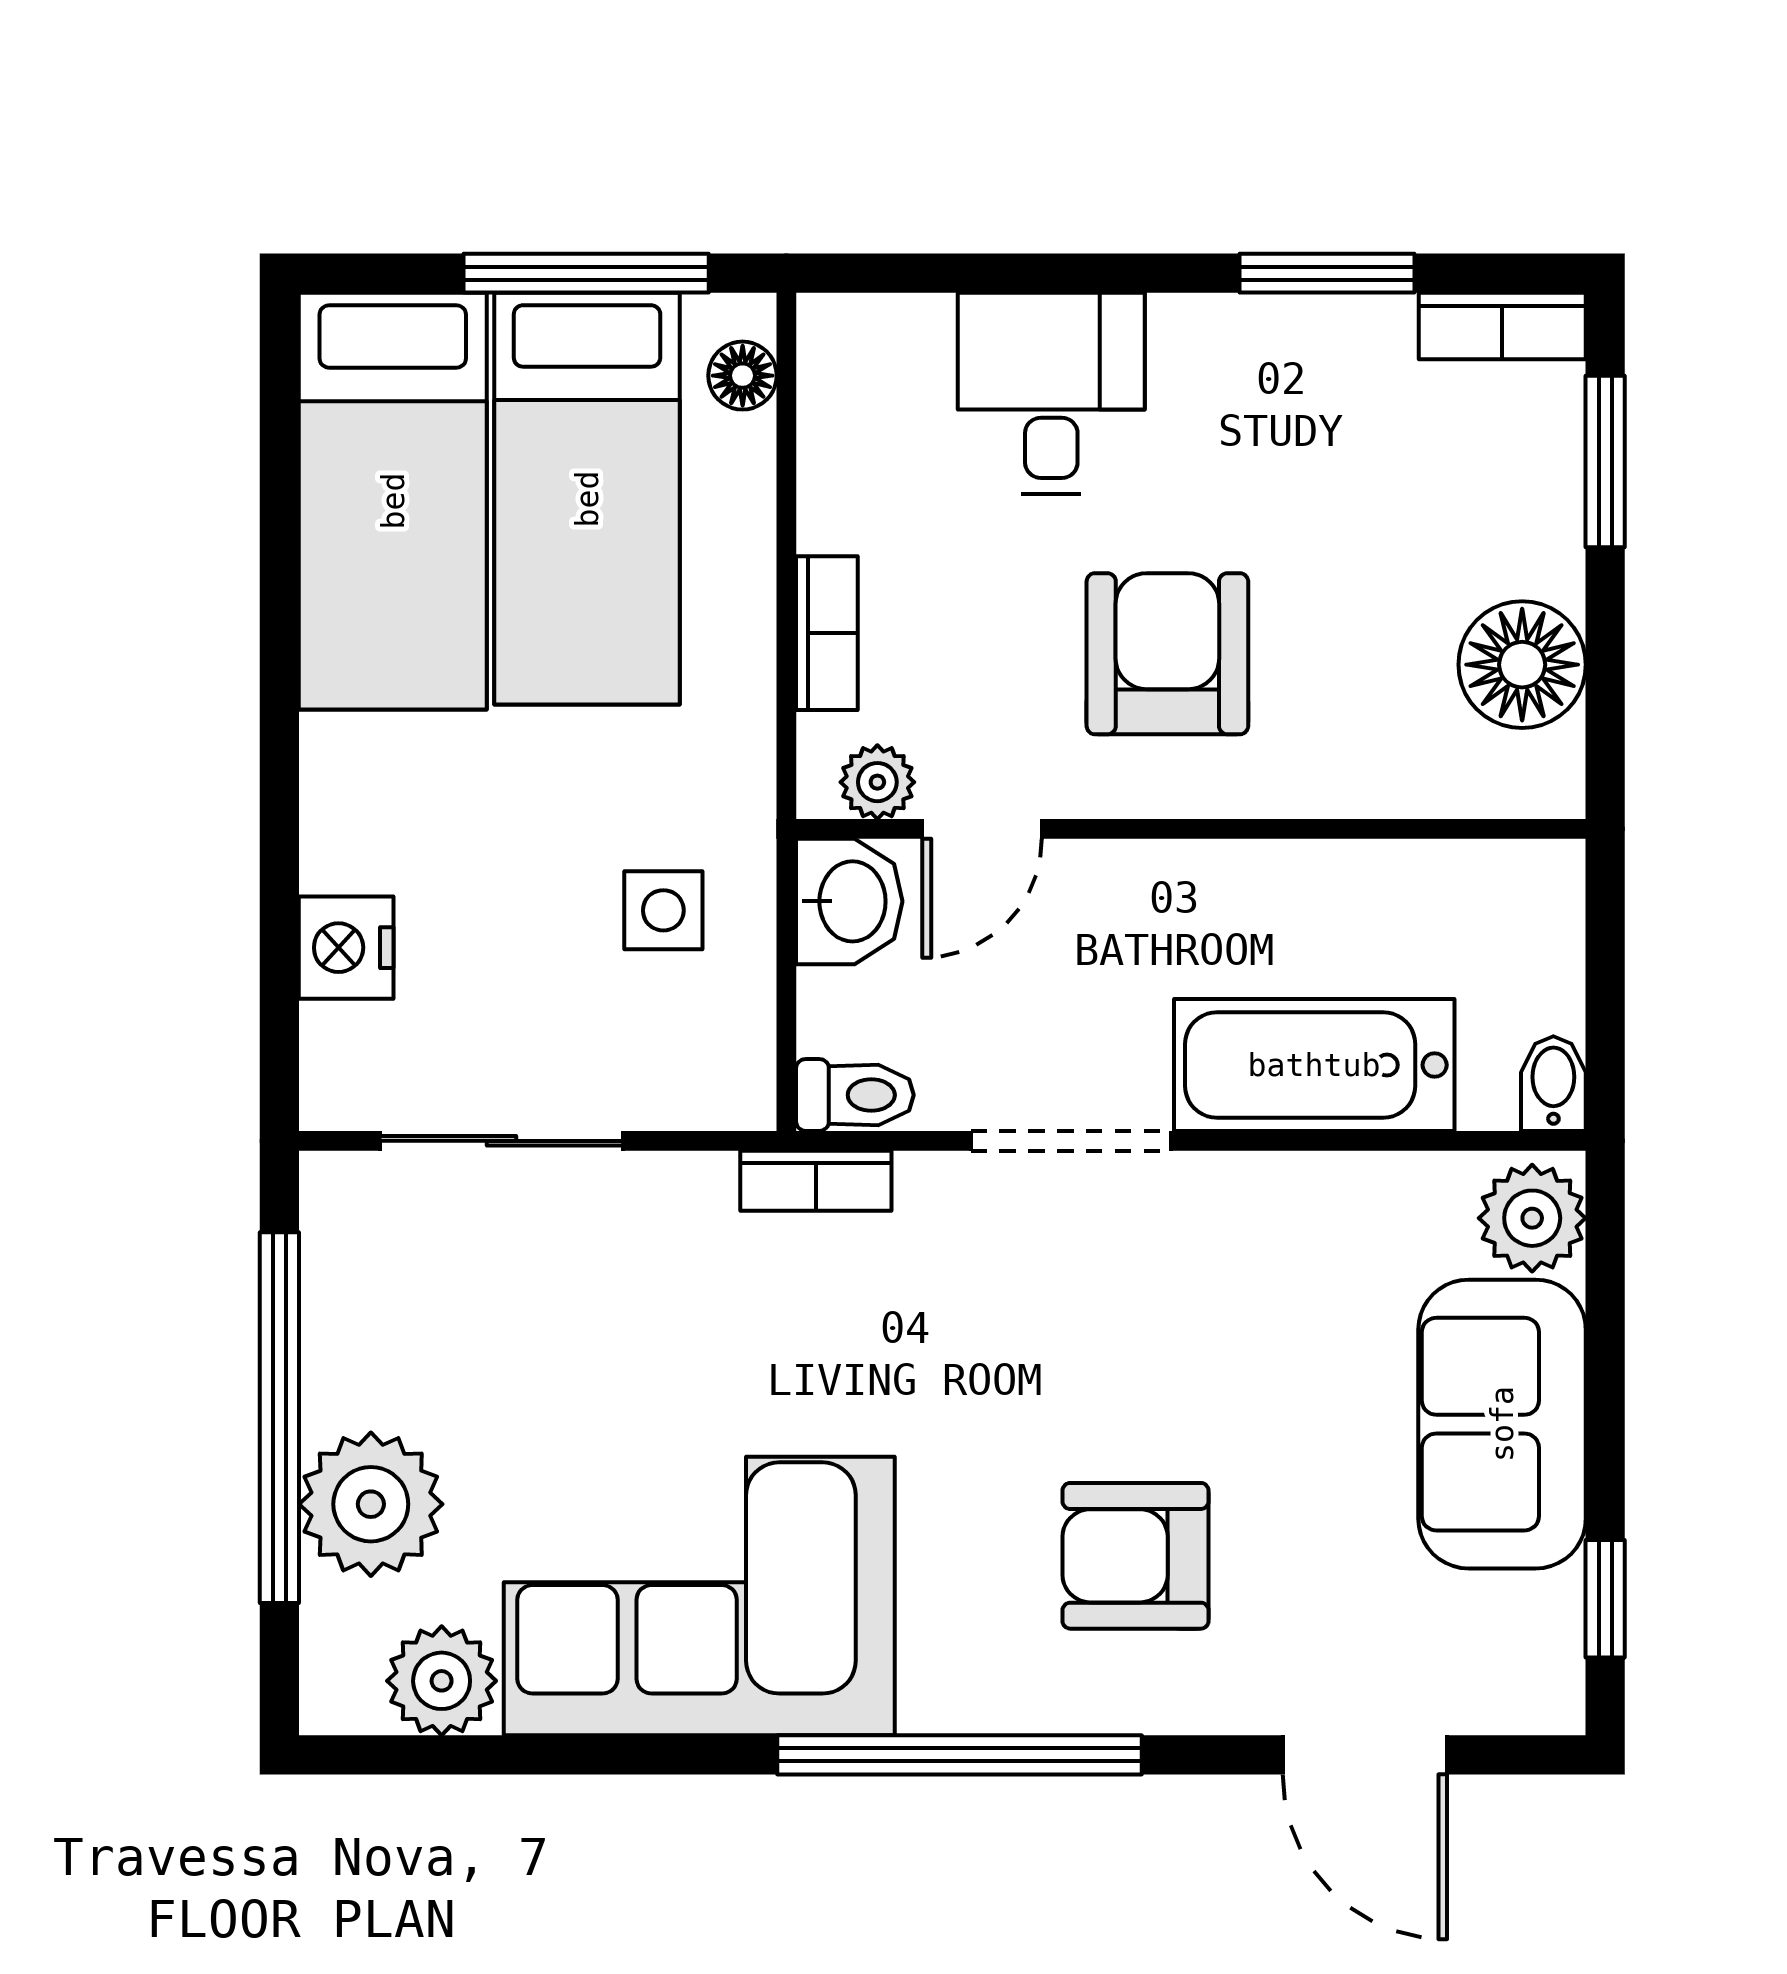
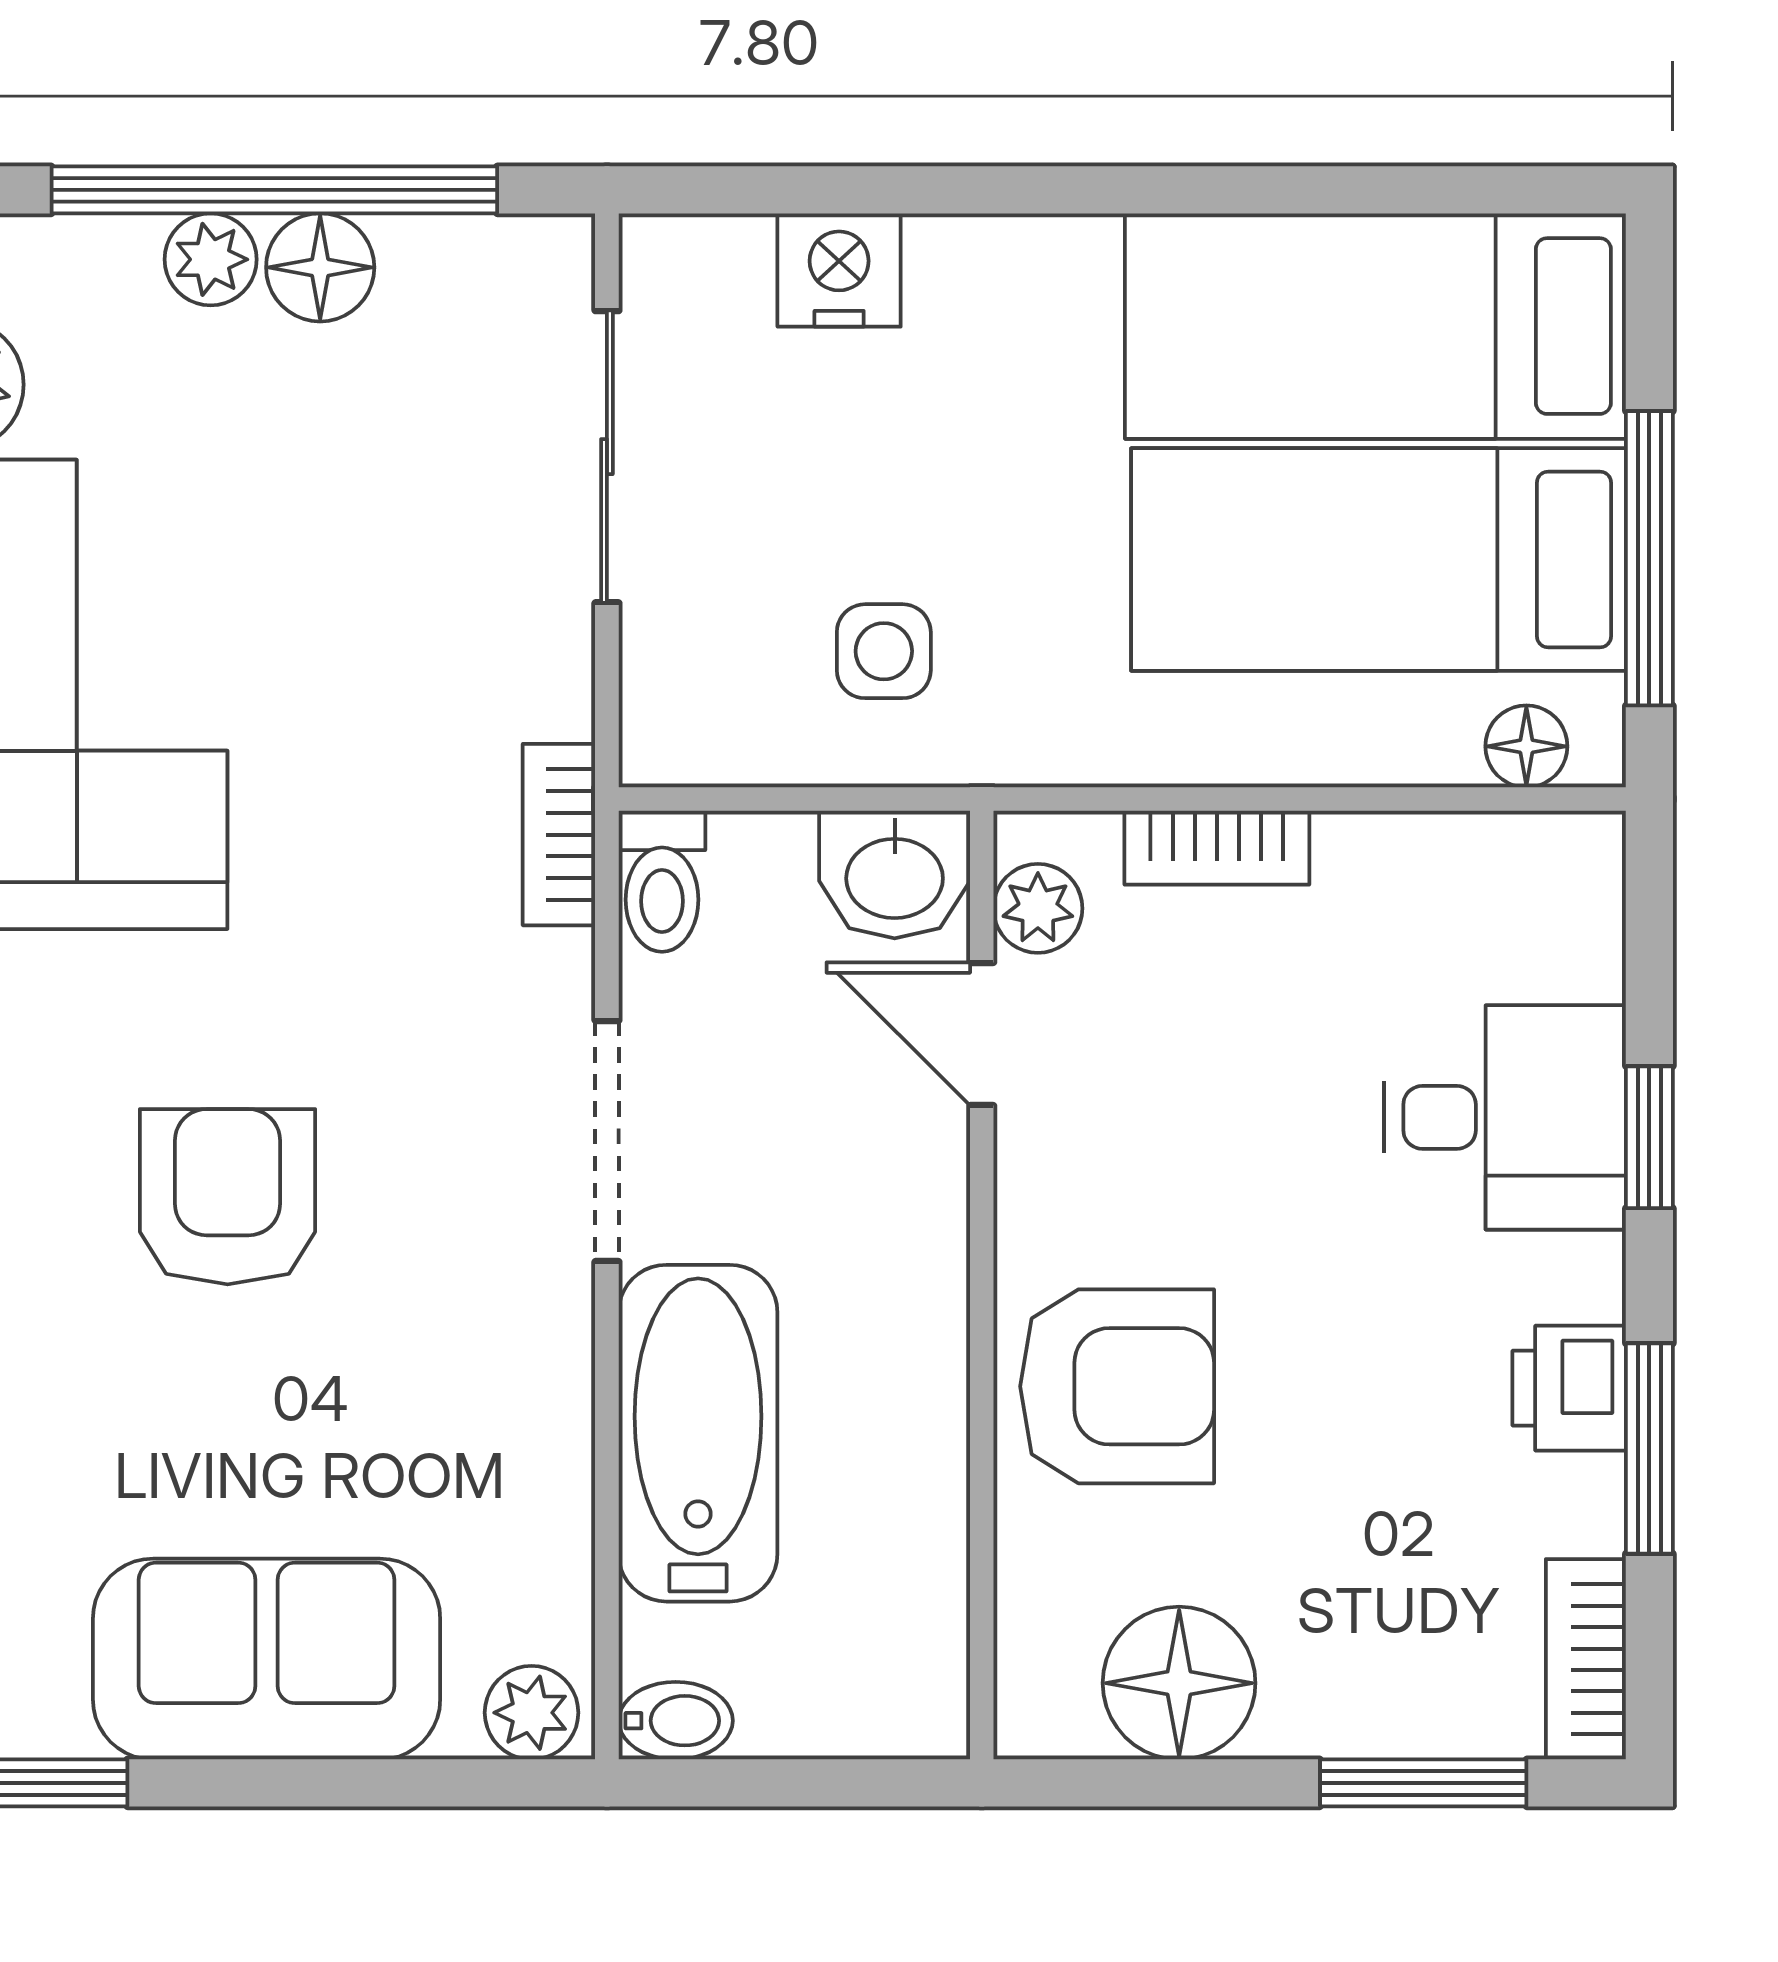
window: (1068, 273) -> (1649, 1137), added
printer: (1277, 340) -> (1569, 1388), added
armchair: (1167, 654) -> (1117, 1386), moved
plant: (1532, 1218) -> (532, 1713), width x0.73, depth x0.73
floor lamp: (344, 1379) -> (320, 267), added
plant: (371, 1504) -> (211, 259), width x0.53, depth x0.53
armchair: (1136, 1556) -> (228, 1197), moved

